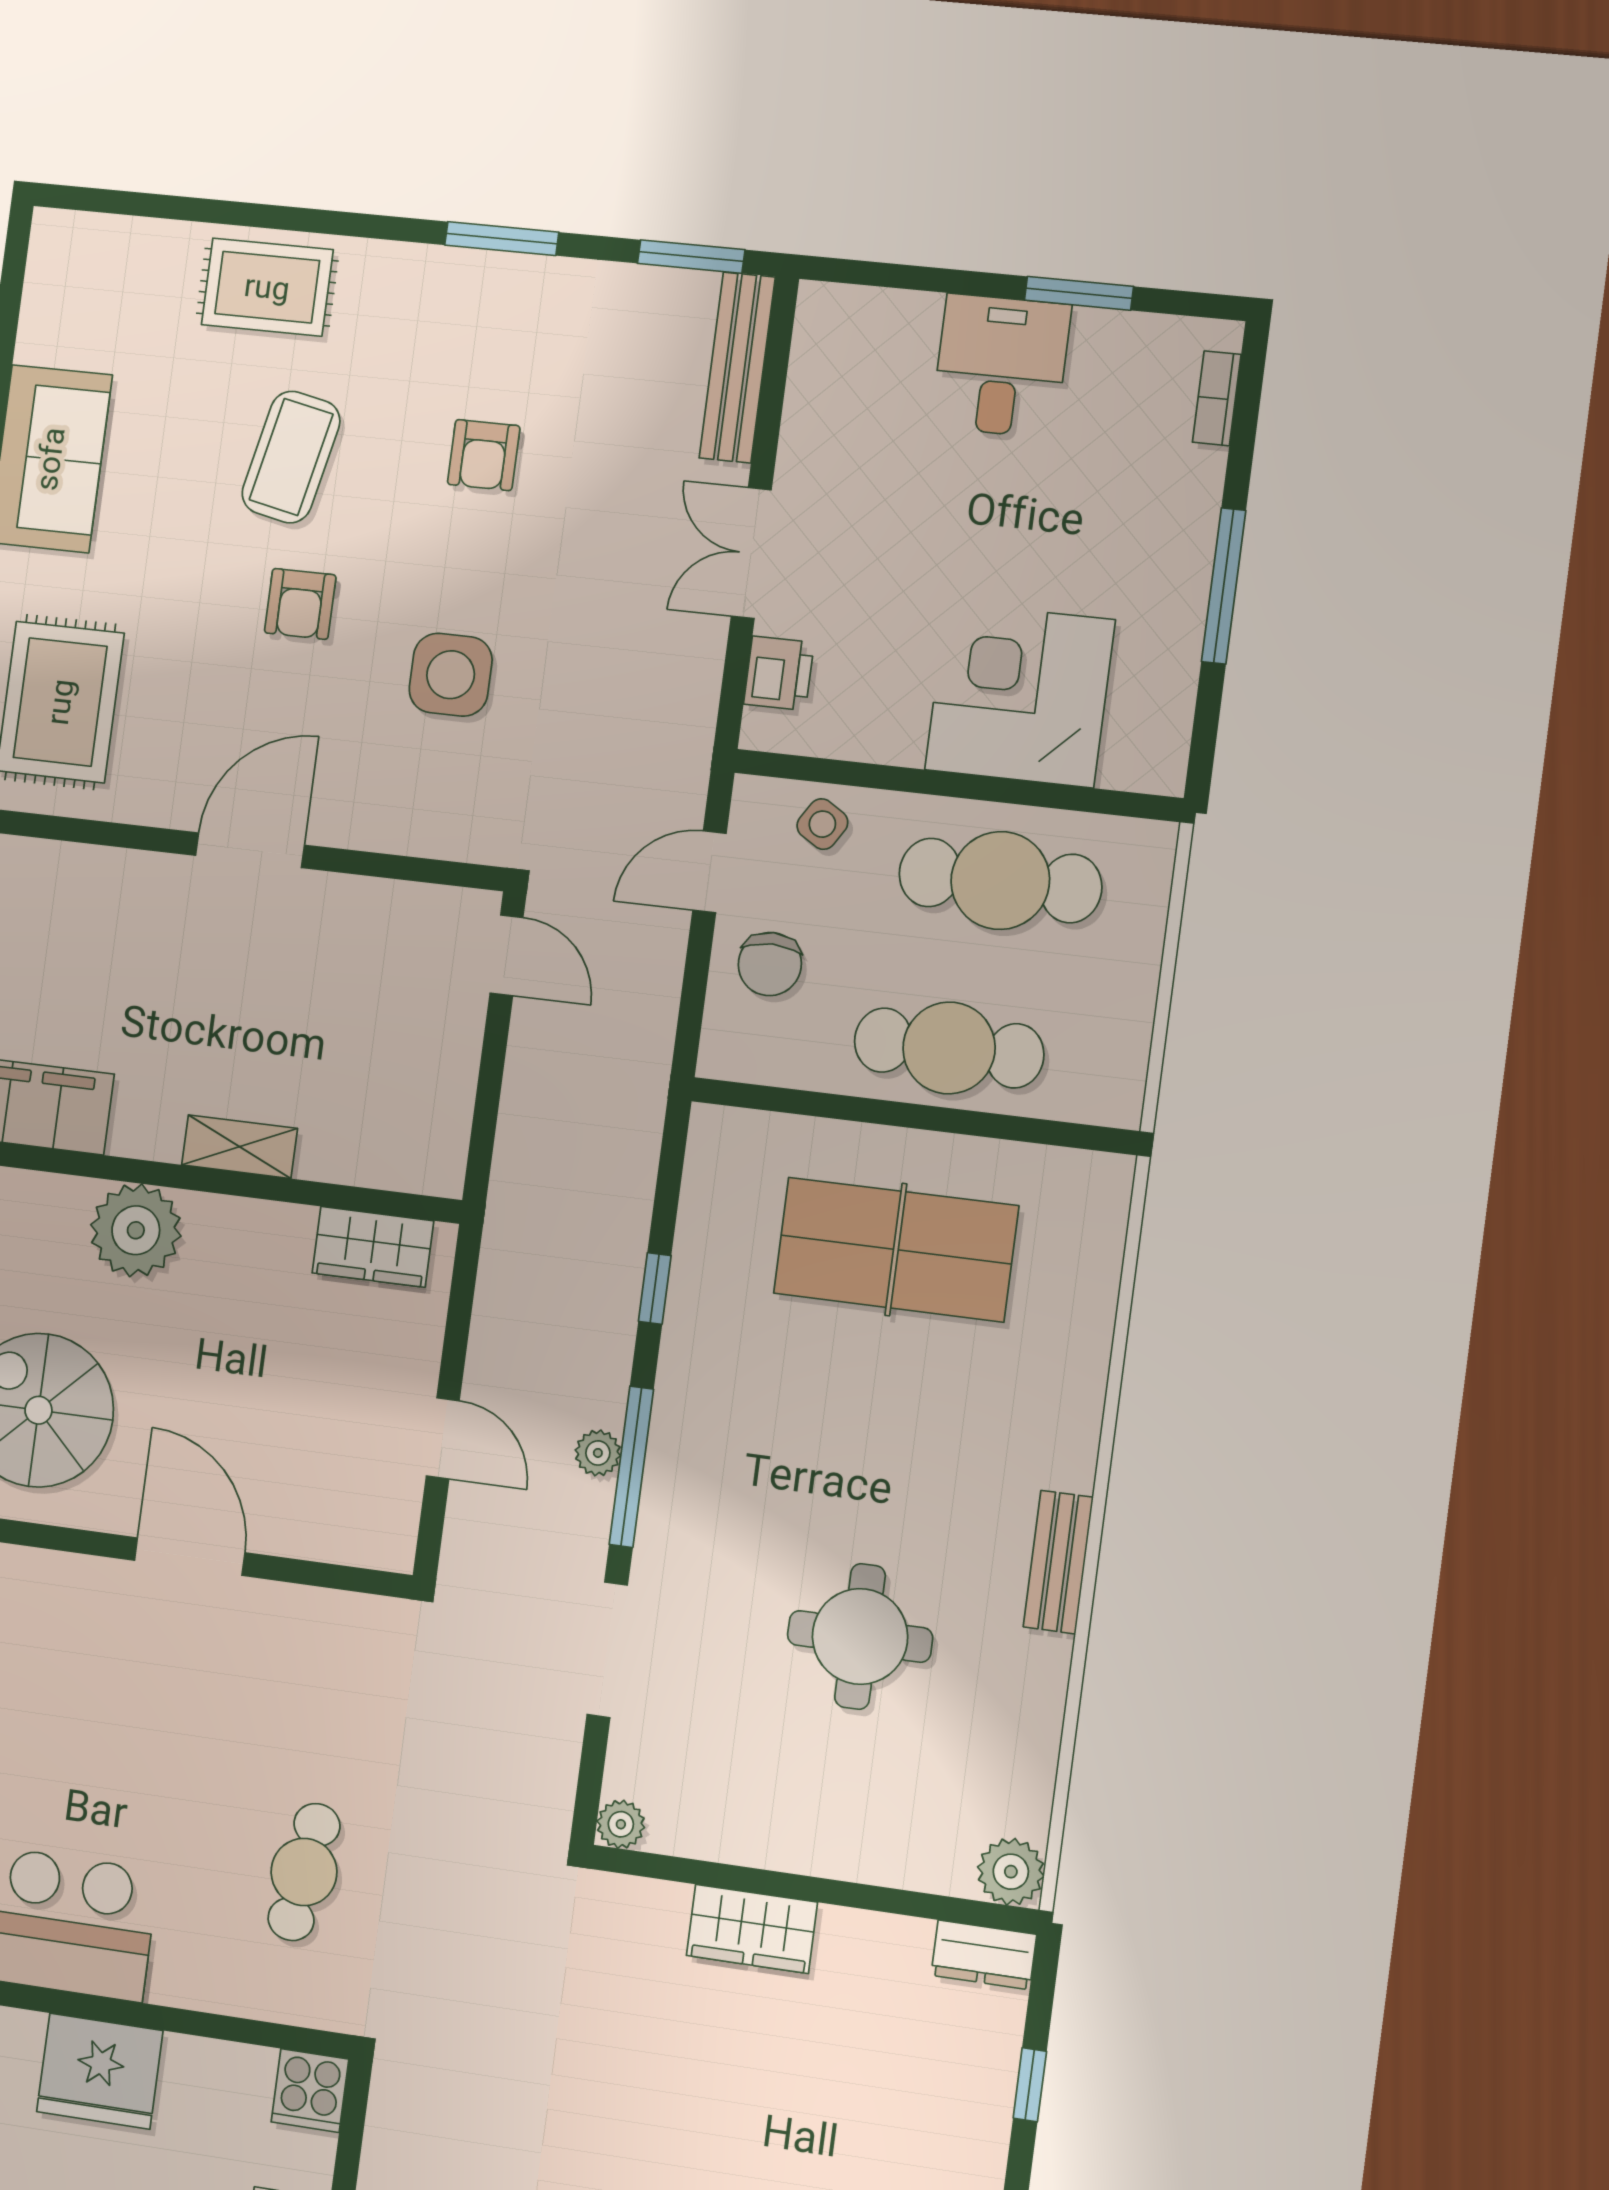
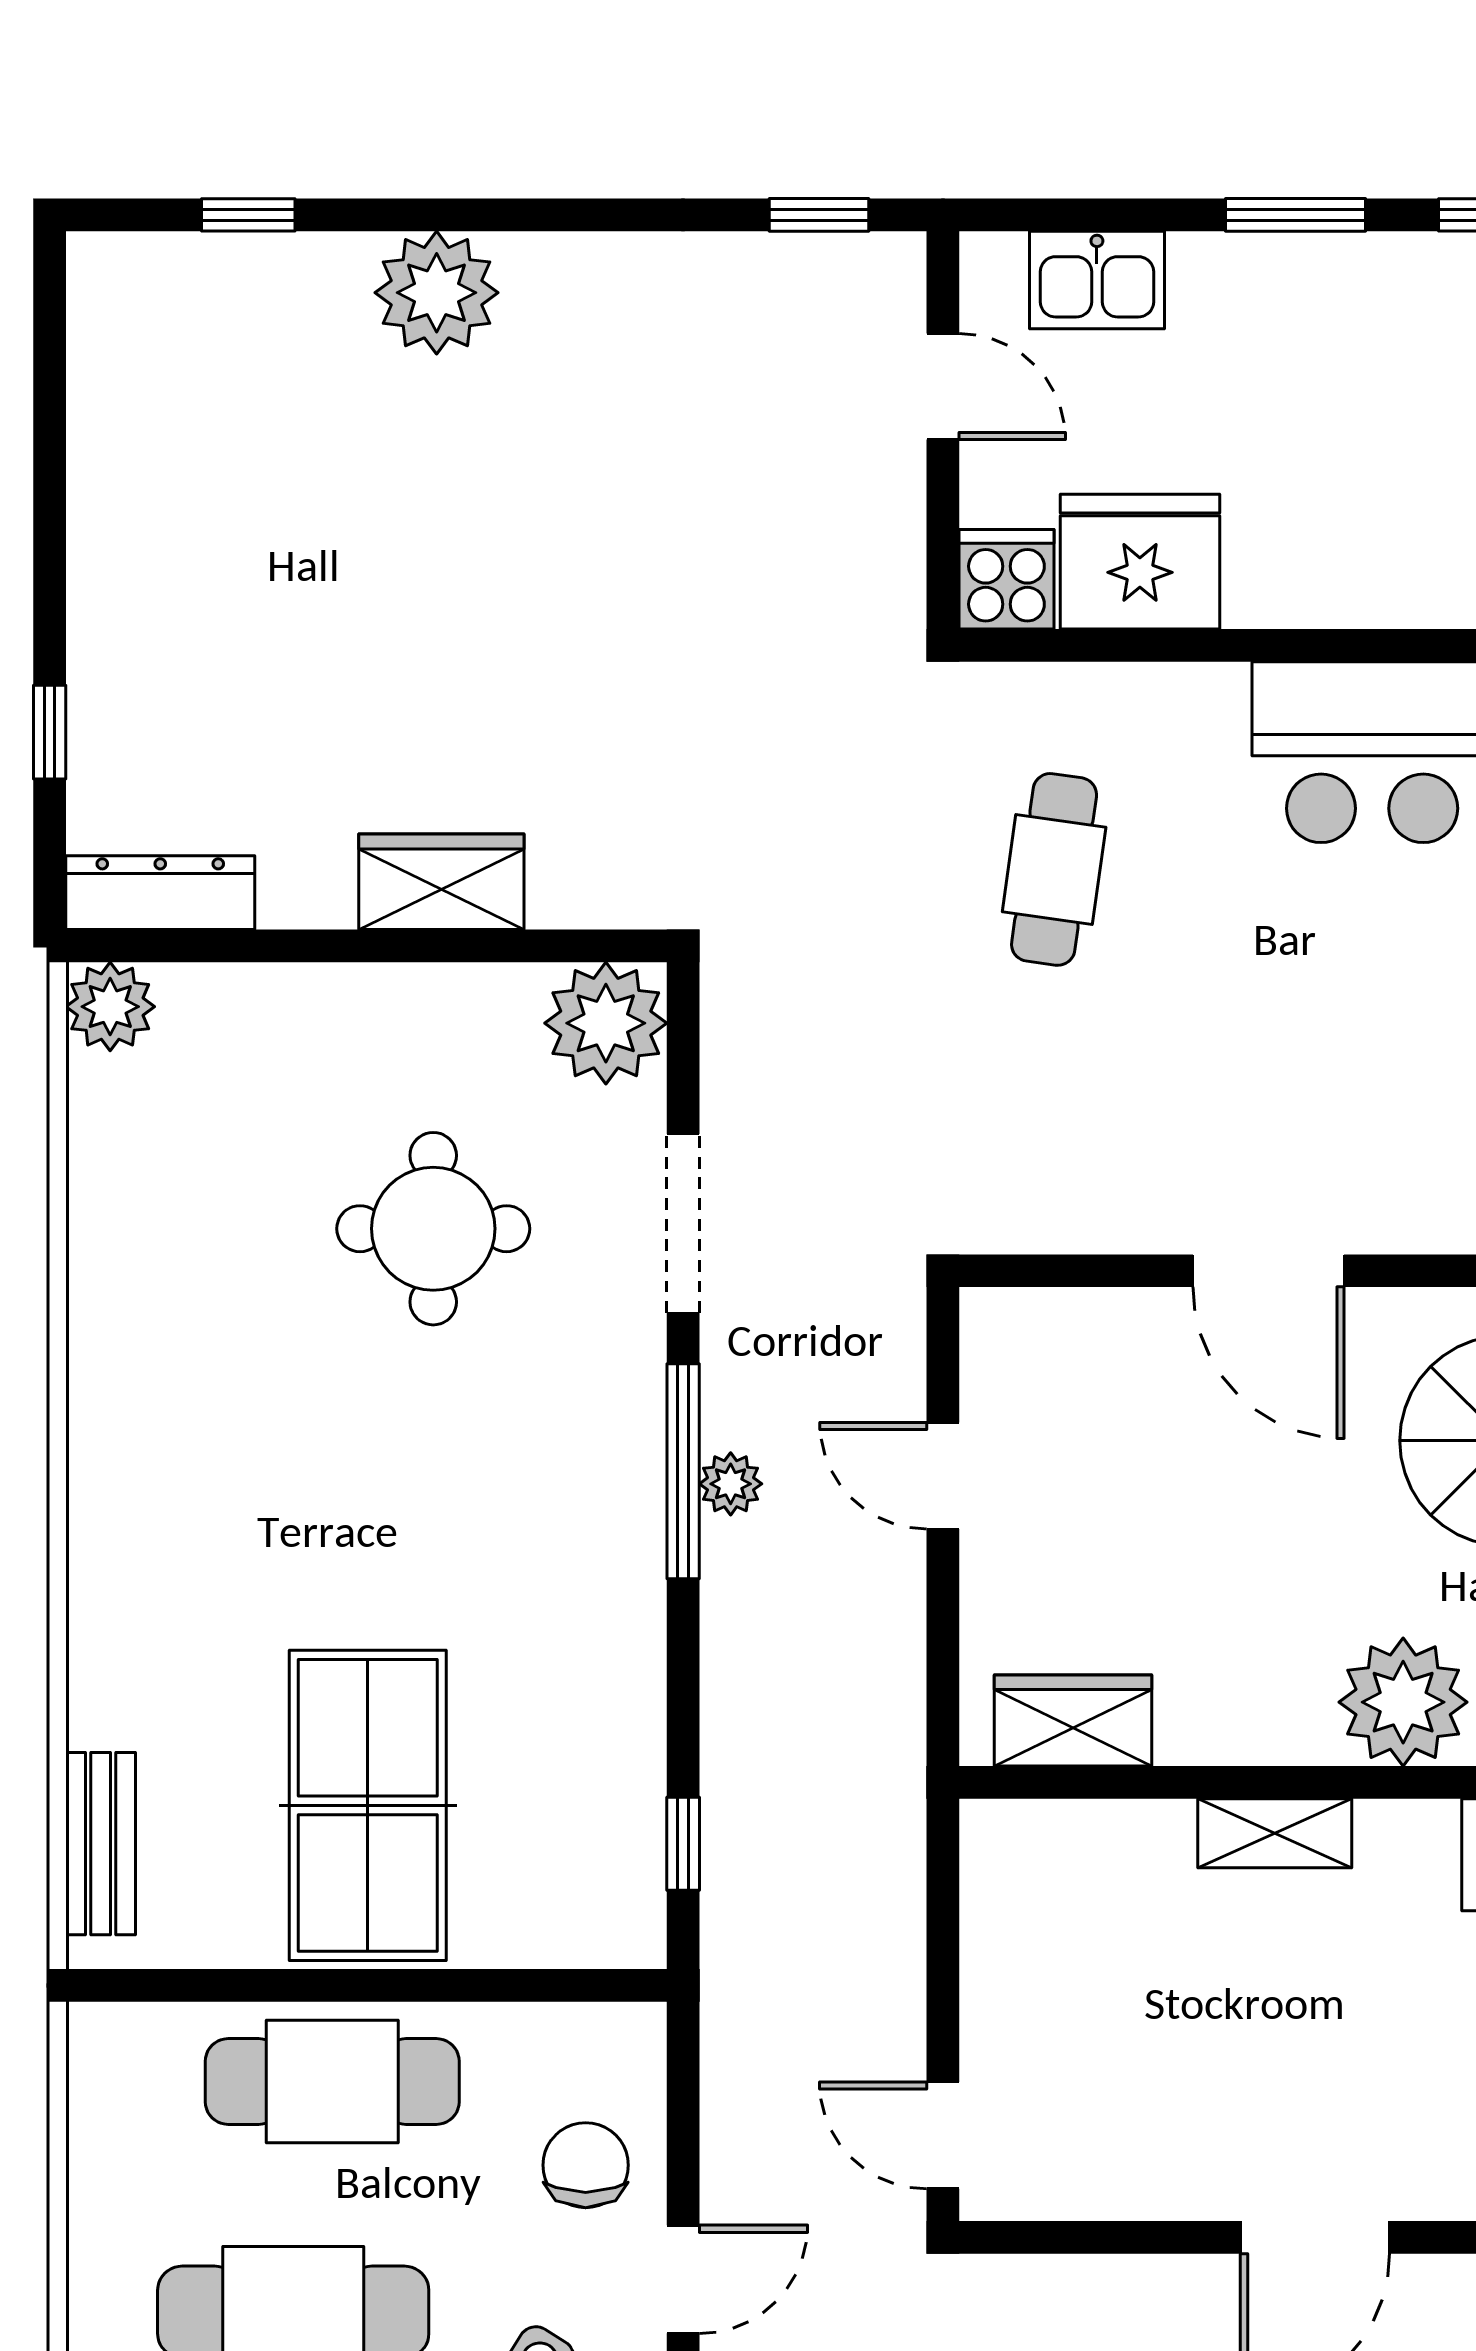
table tennis table: (896, 1250) -> (368, 1805), turned 90
window: (655, 1288) -> (683, 1844), moved
bench: (1058, 1562) -> (101, 1844), moved
round table: (860, 1636) -> (433, 1229), moved
plant: (621, 1824) -> (606, 1023), width x1.87, depth x1.87
dresser: (984, 1955) -> (160, 893), width x1.44
fridge: (100, 2071) -> (1140, 562), moved

